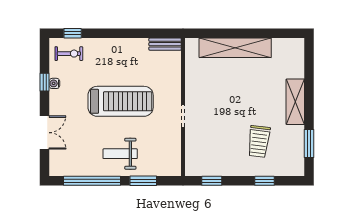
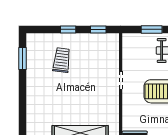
shelving: (295, 102) -> (33, 91), removed
window: (264, 181) -> (68, 29), moved

